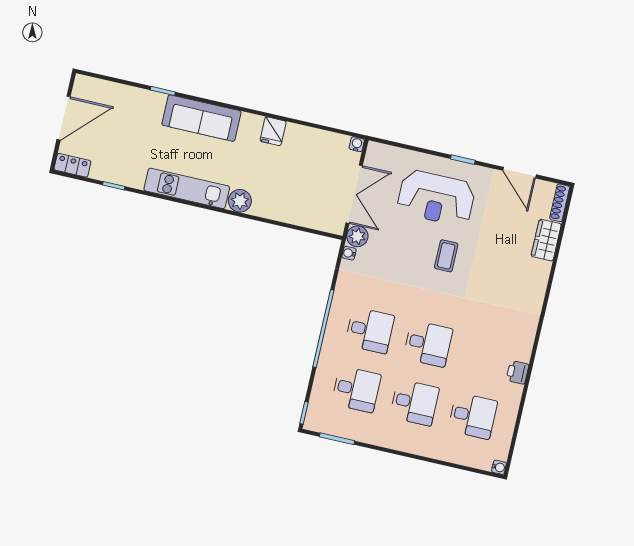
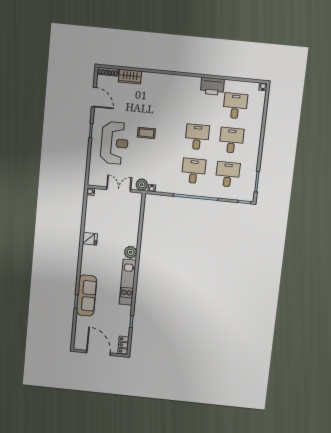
sofa: (201, 118) -> (87, 296), moved
door: (519, 173) -> (94, 97), hinge flipped
double door: (354, 194) -> (119, 189), width x0.73
printer: (518, 372) -> (212, 86), width x1.87, depth x1.48

